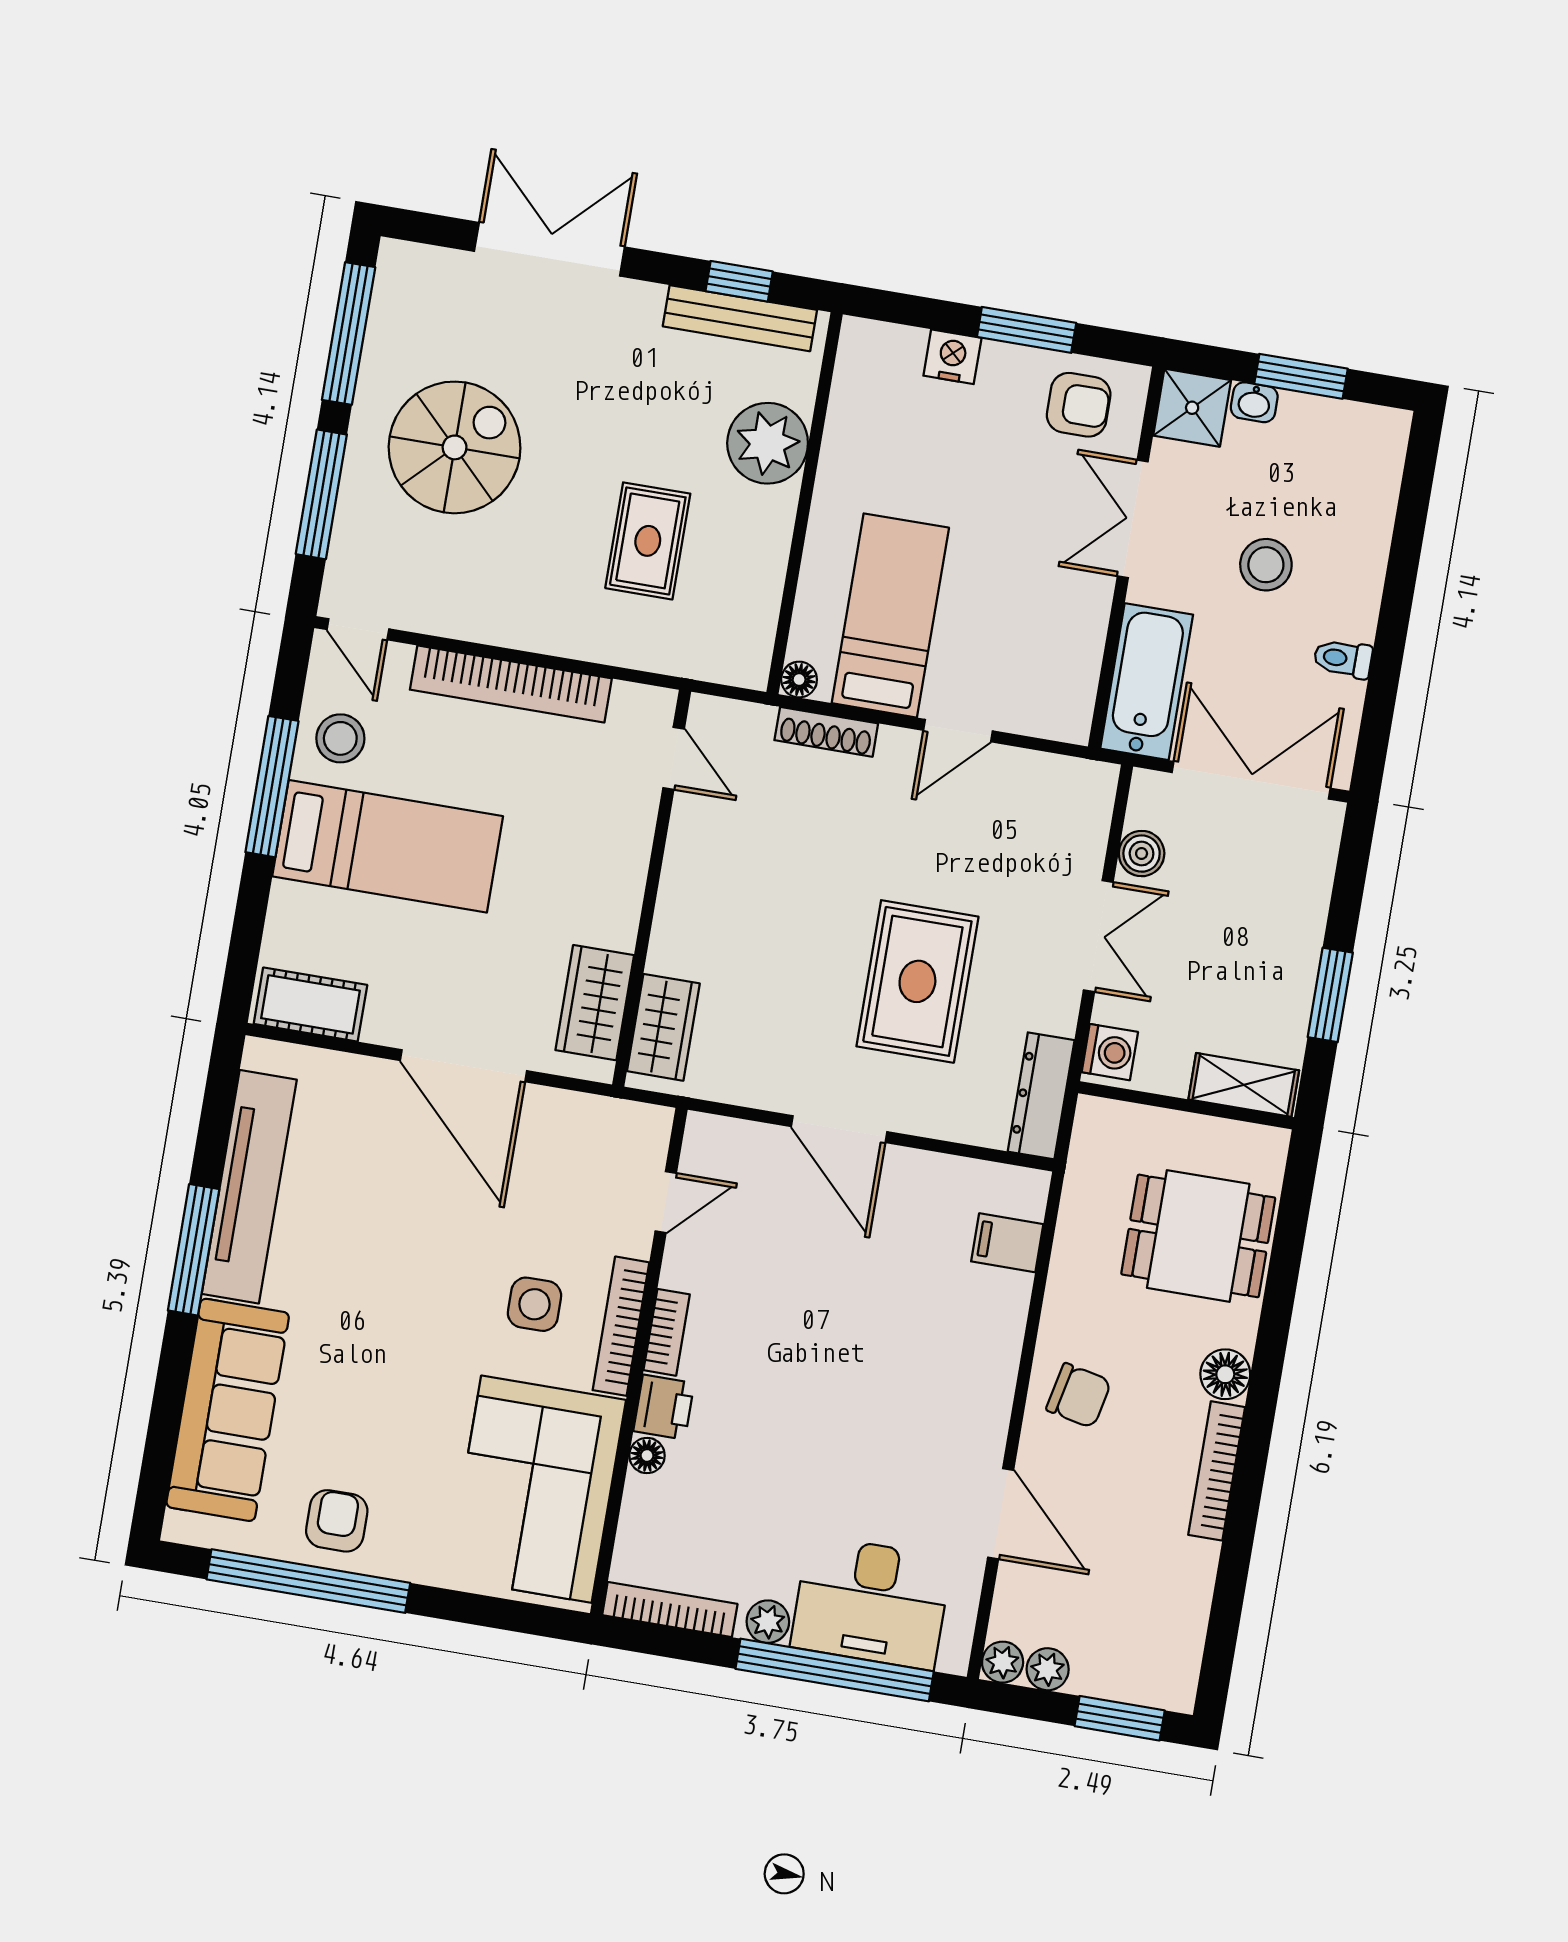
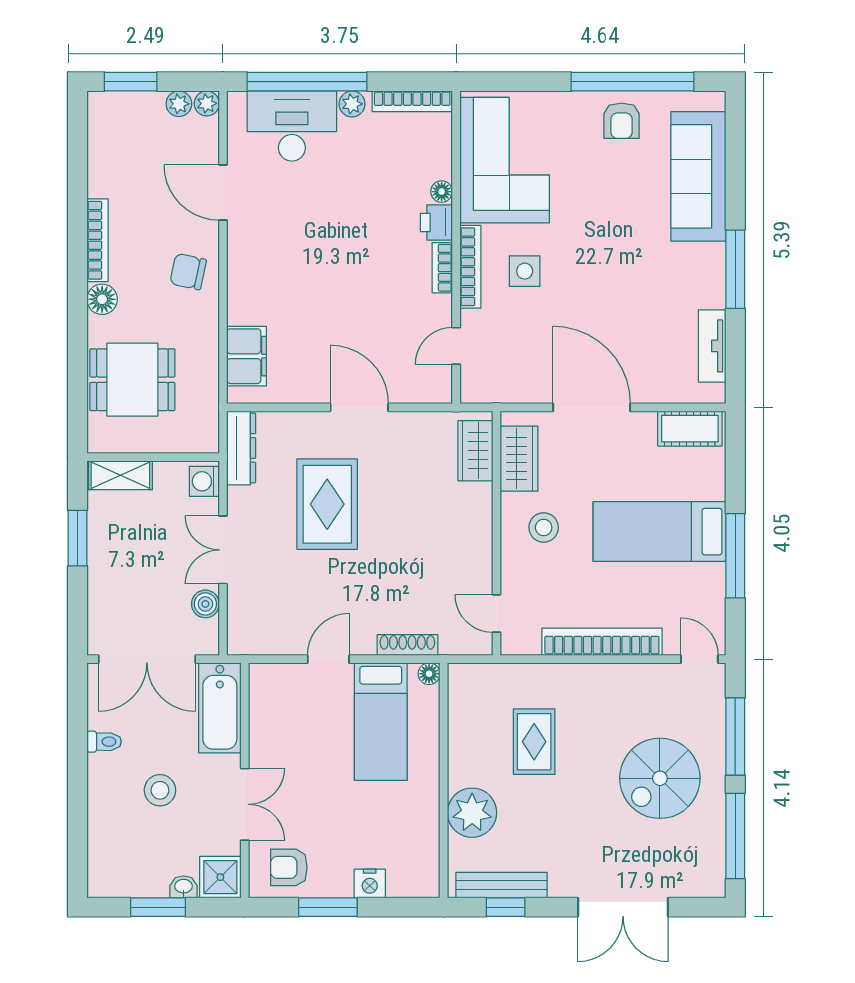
stool: (340, 738) -> (544, 527), moved
tv unit: (249, 1187) -> (712, 346), width x0.52, depth x0.78
filing cabinet: (1007, 1243) -> (247, 356), width x2.00

